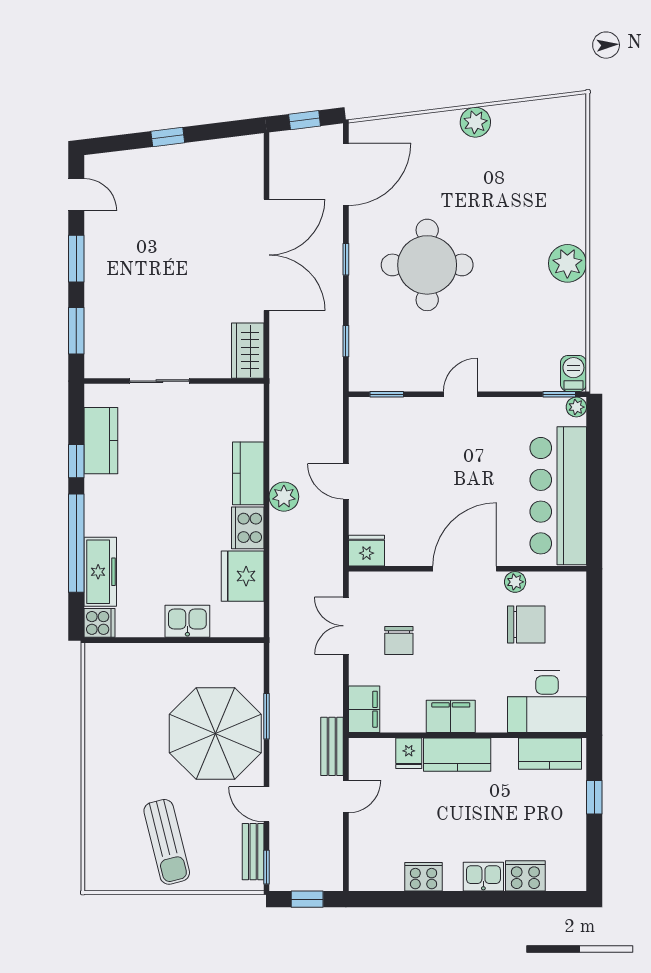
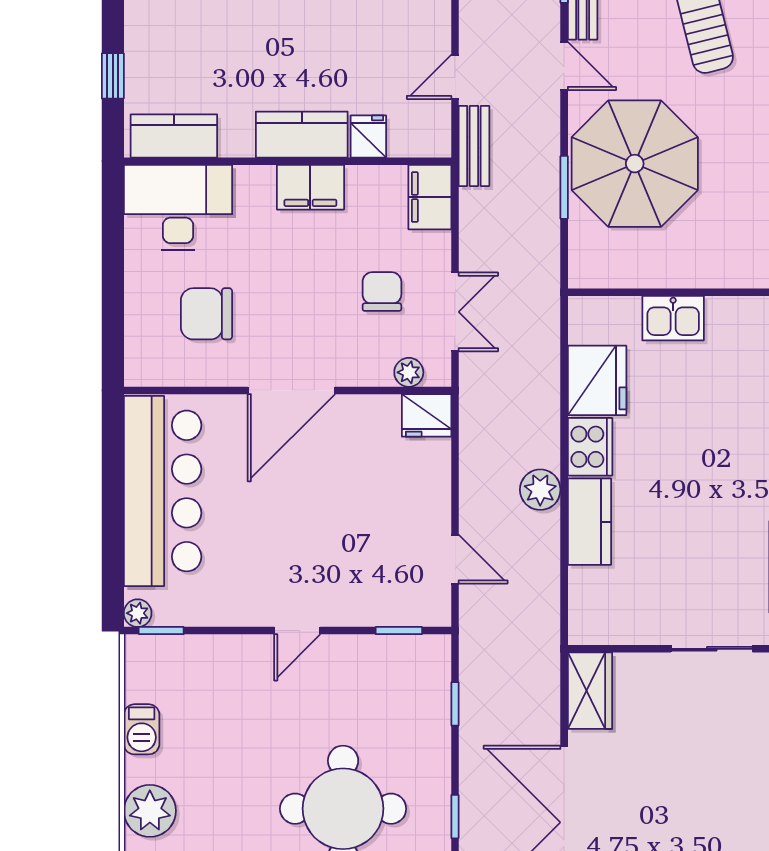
barbecue: (573, 373) -> (142, 729), moved
door: (346, 481) -> (455, 559), moved
plant: (515, 582) -> (409, 372), moved

